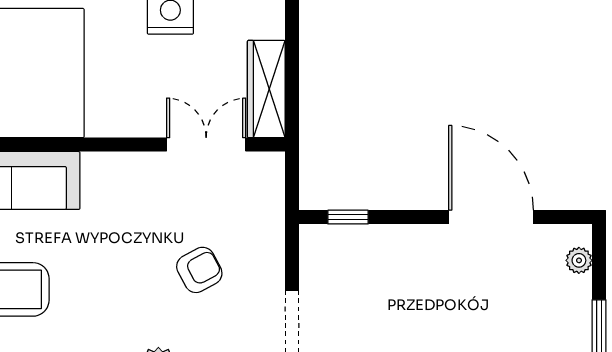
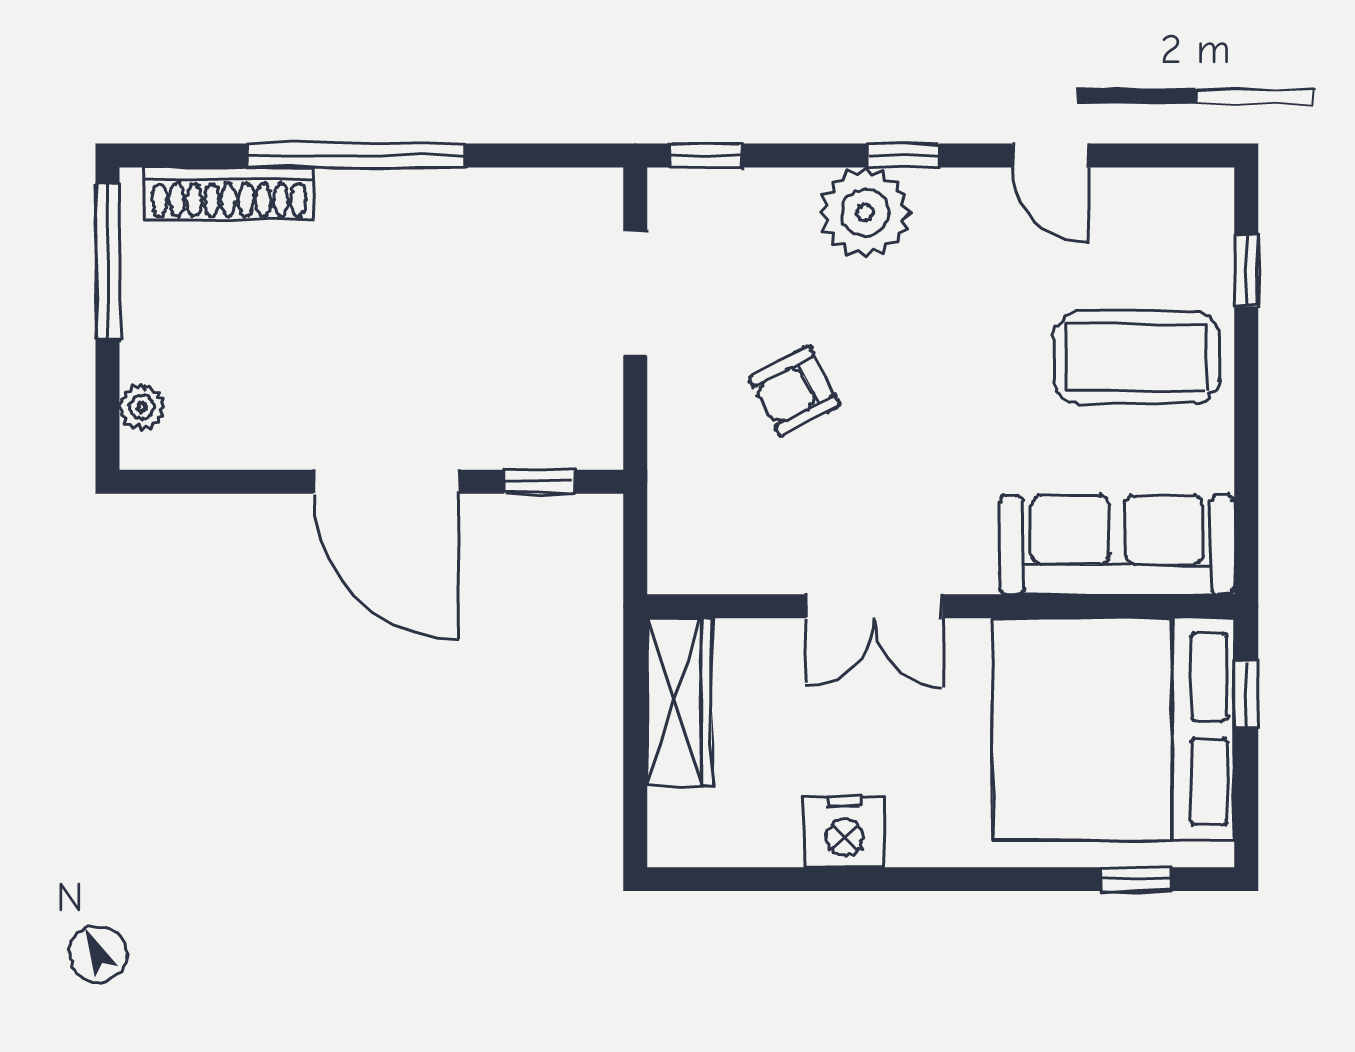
double door: (206, 145) -> (874, 606), moved
door: (491, 217) -> (386, 482), moved

